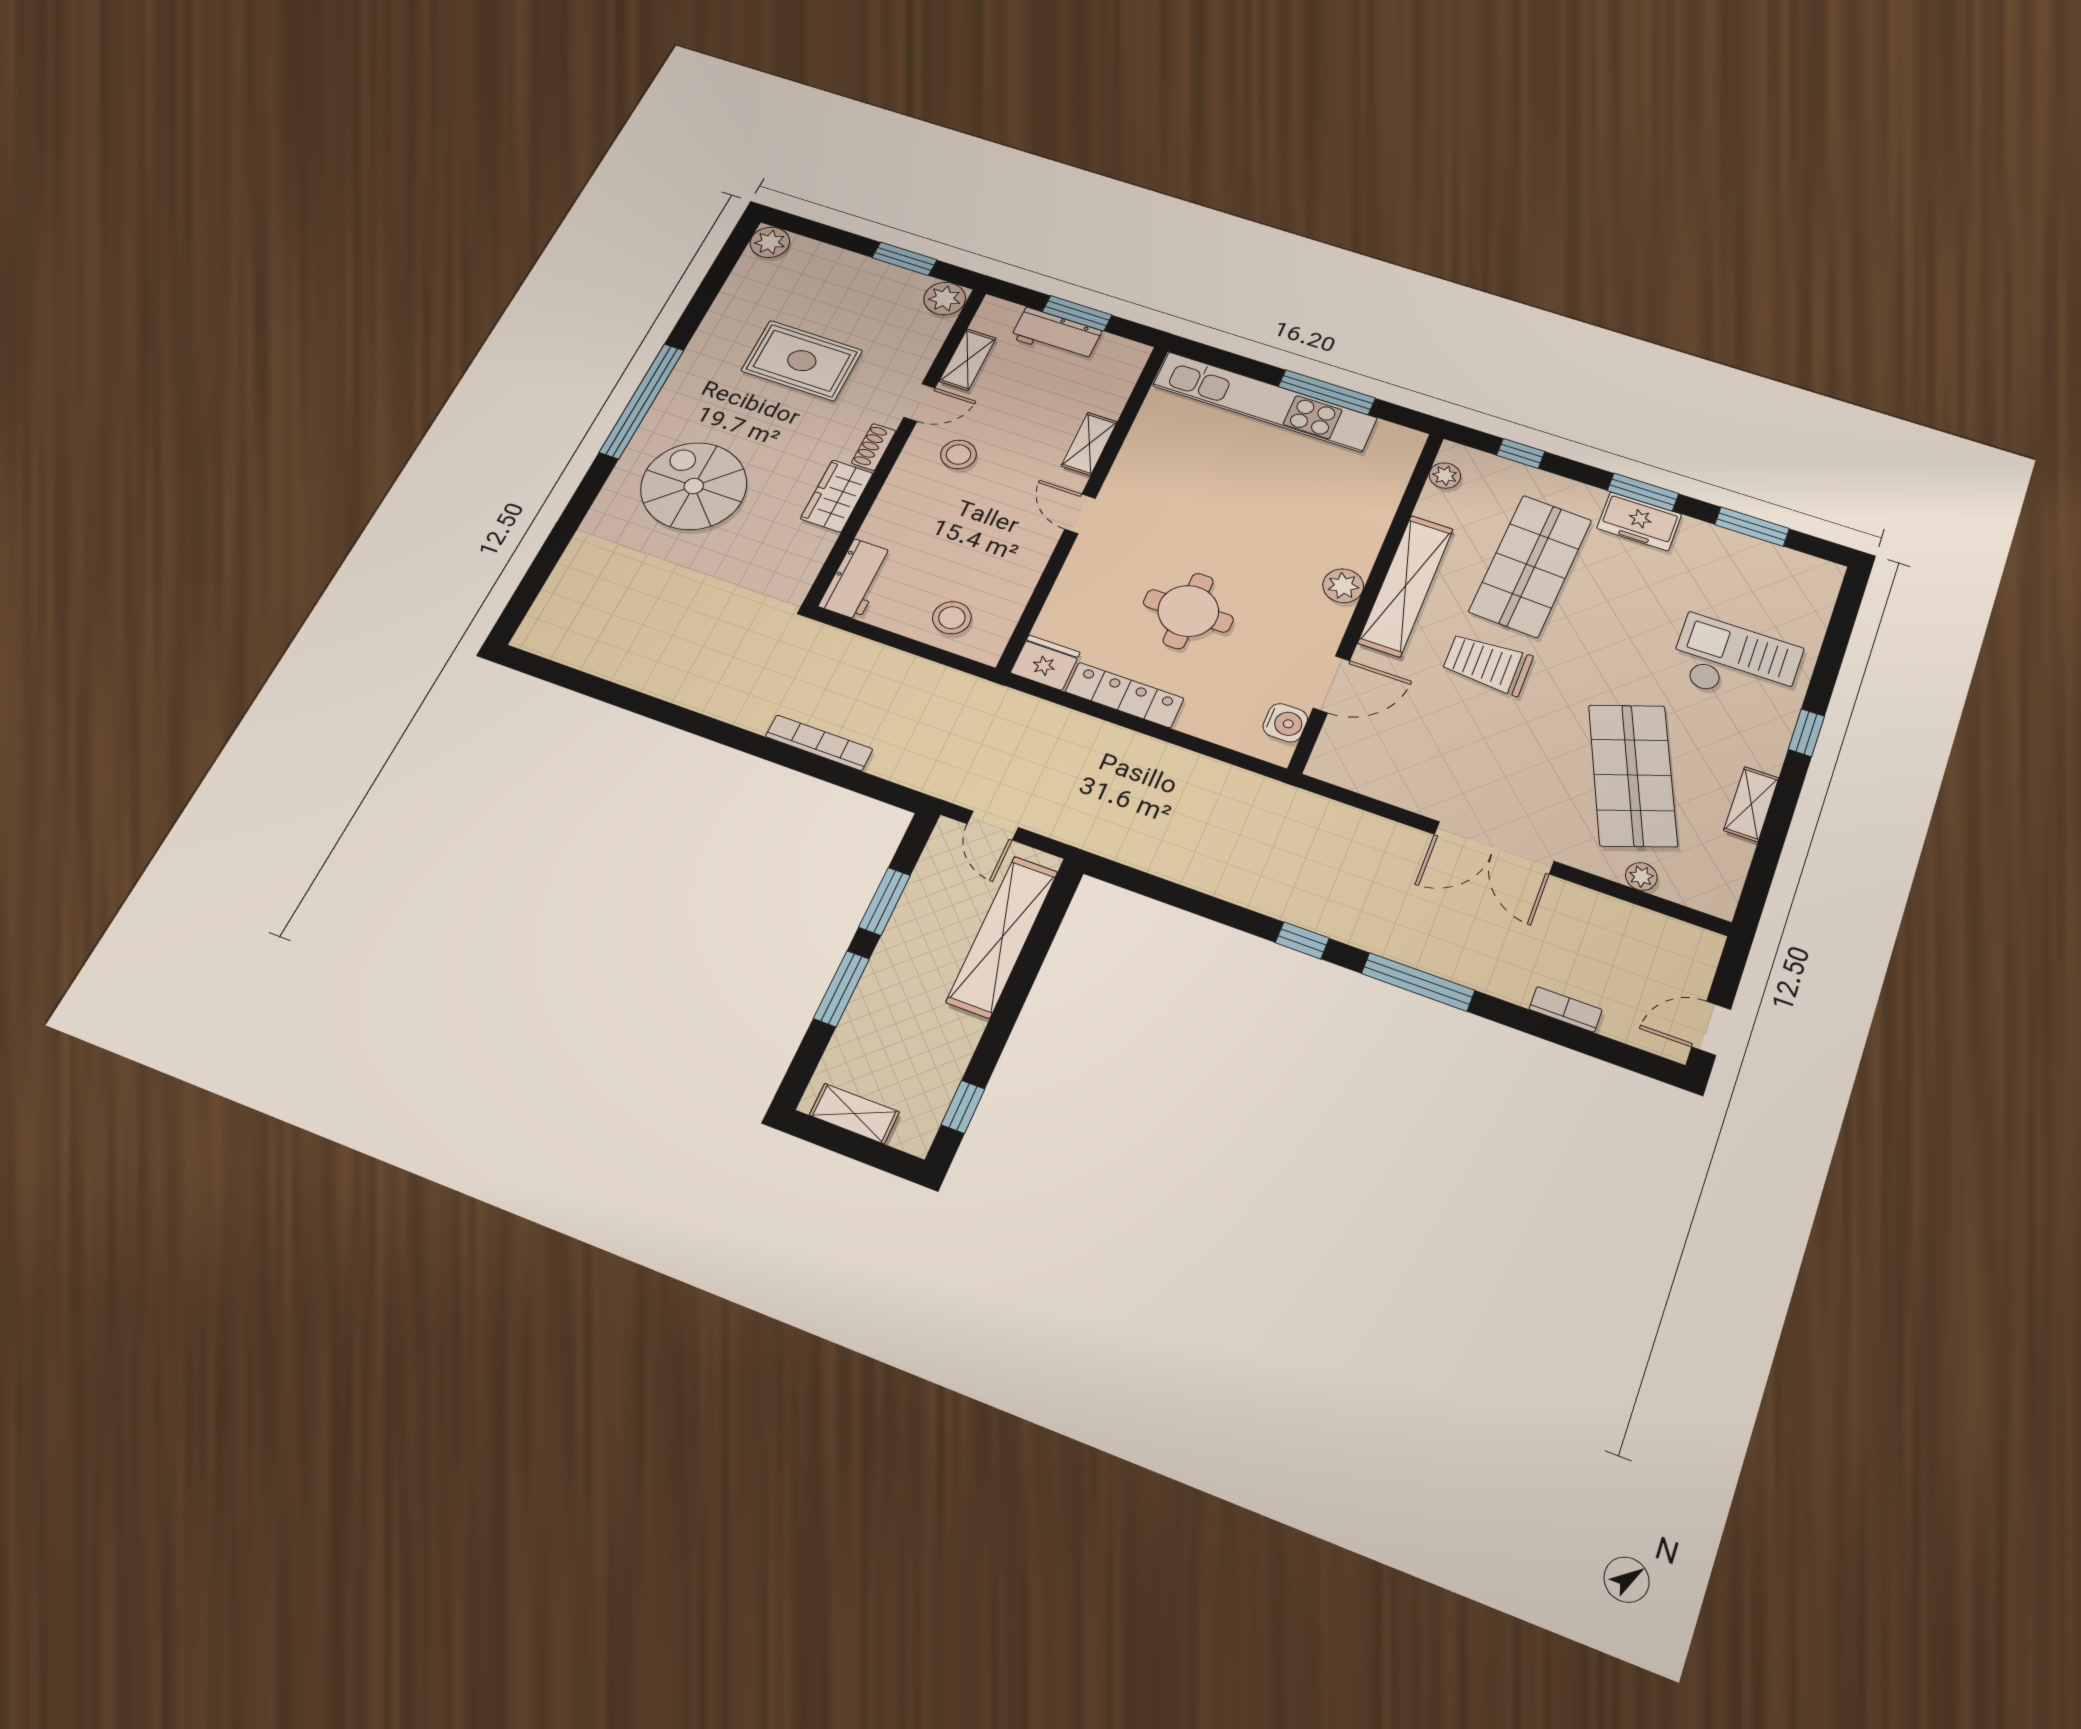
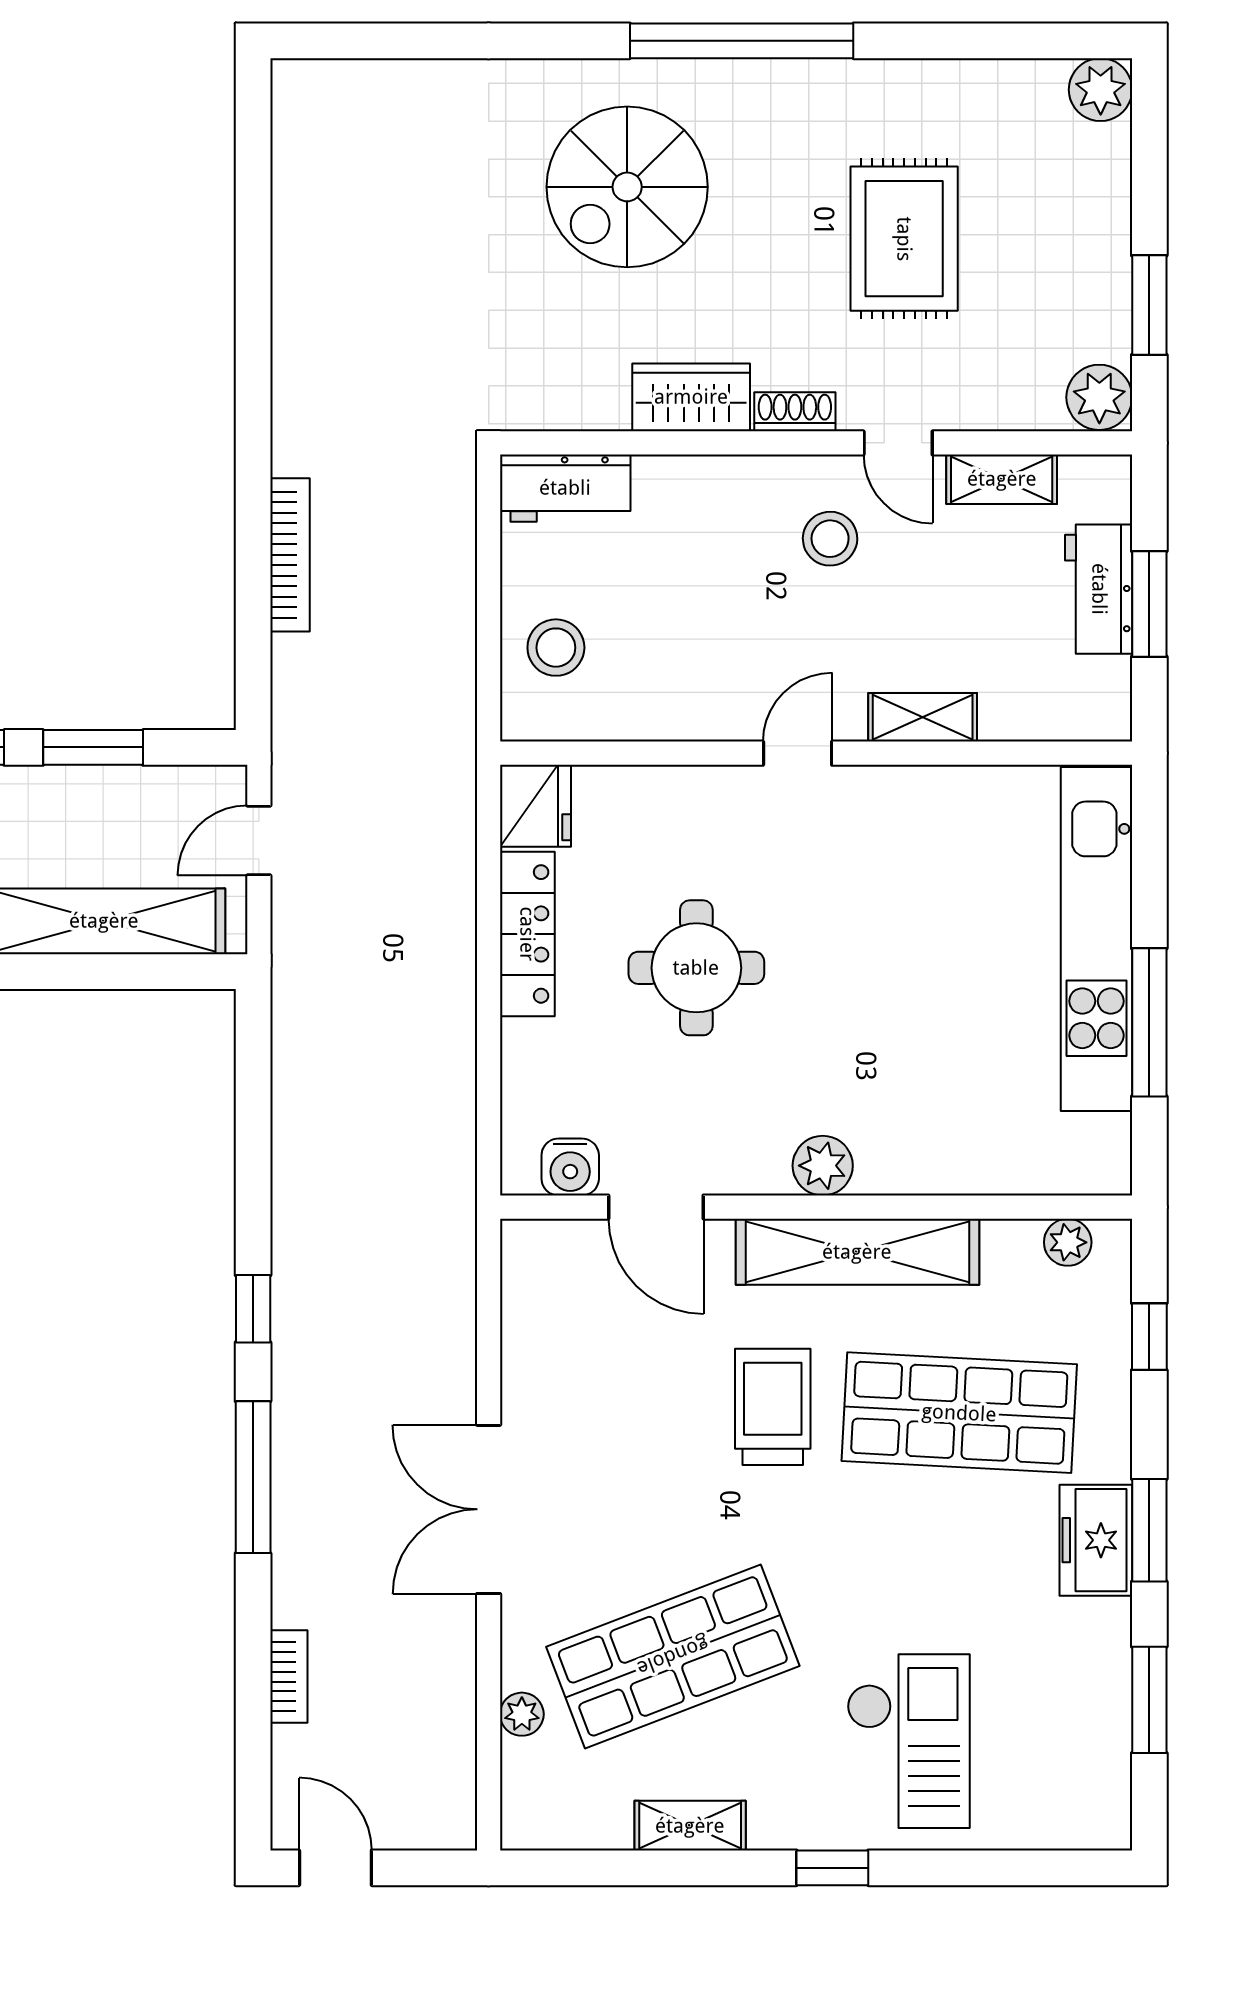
spiral stairs: (694, 486) -> (627, 187), turned 180

